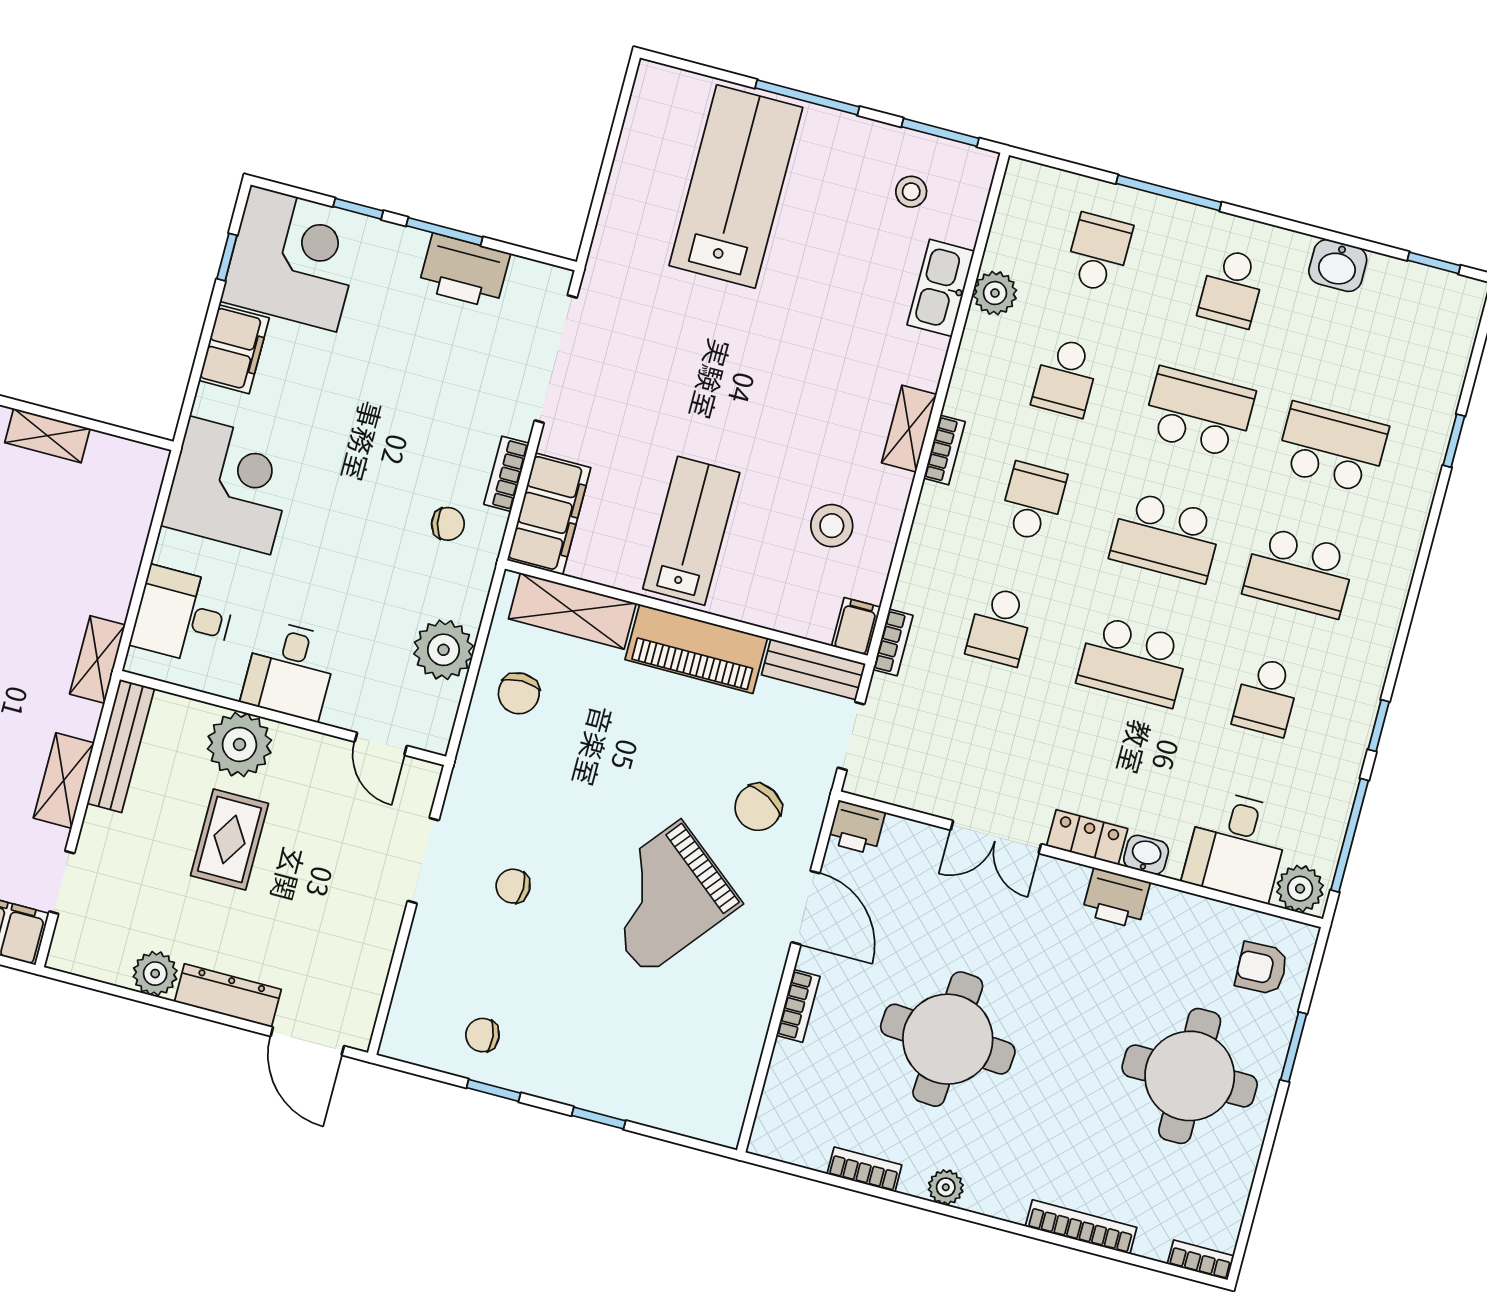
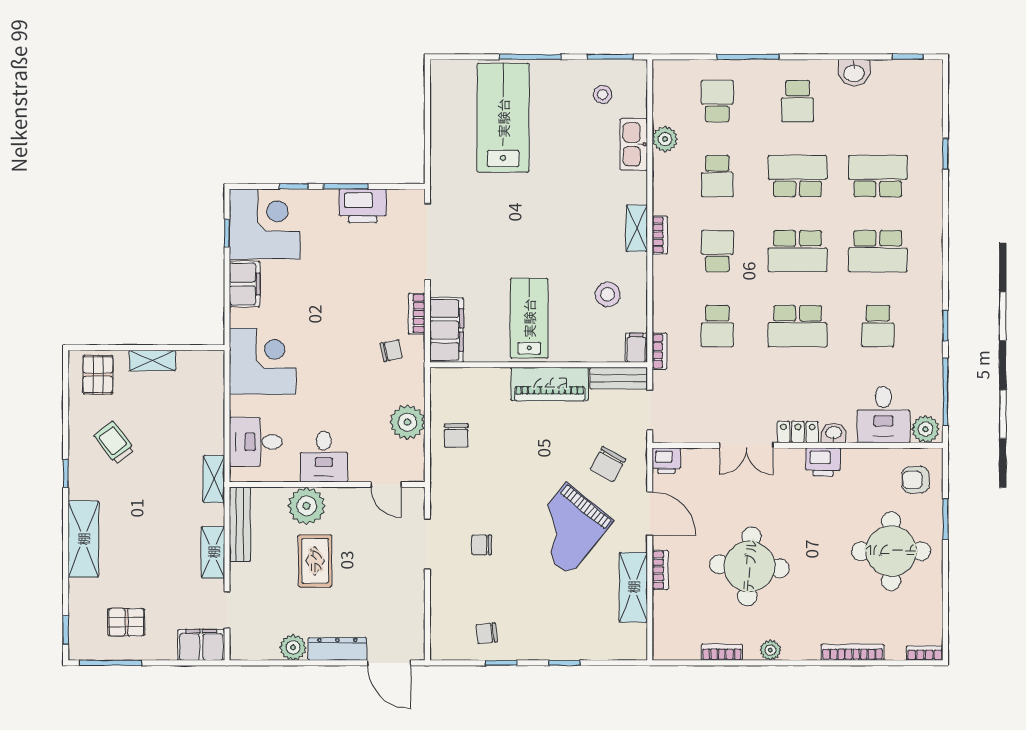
shelving: (572, 611) -> (633, 587), moved, turned 90

